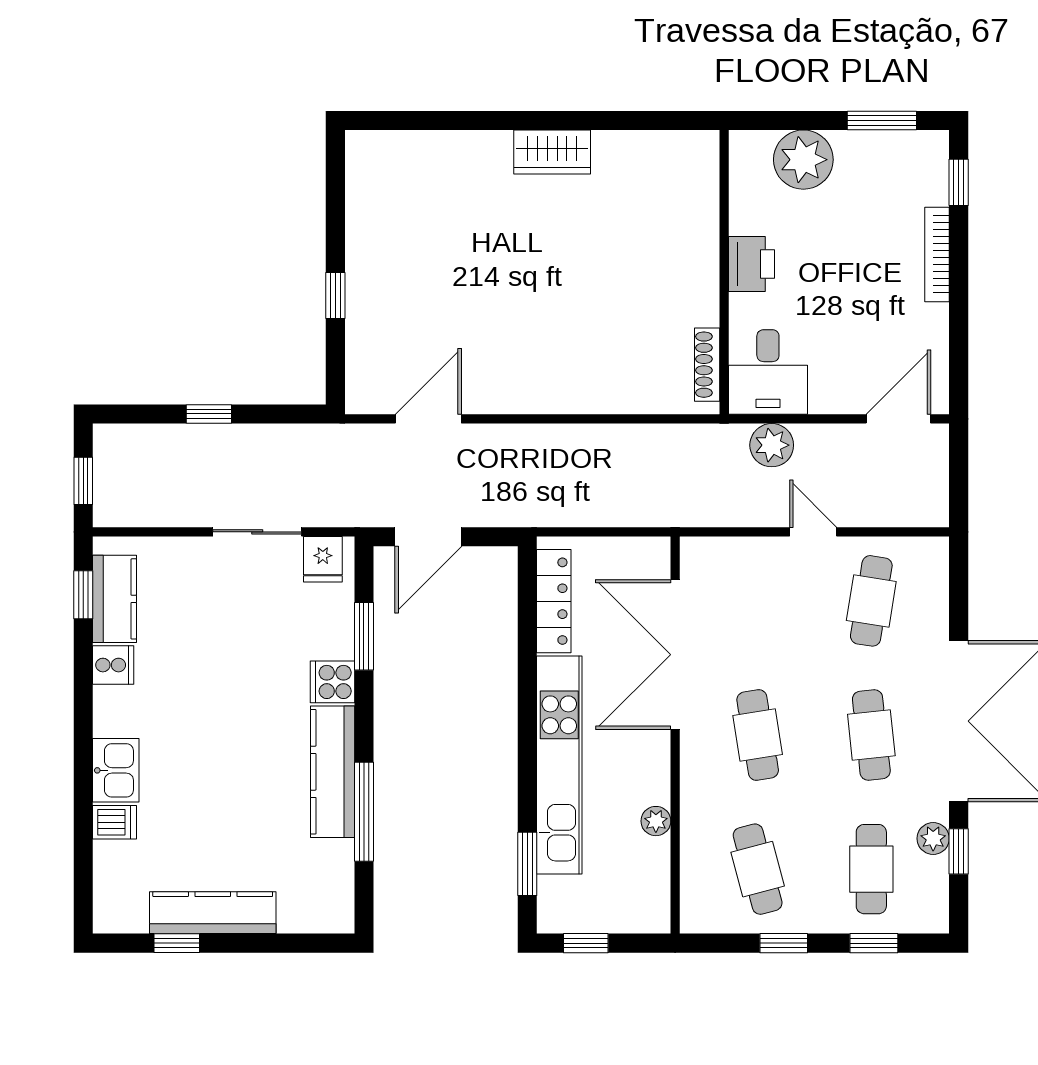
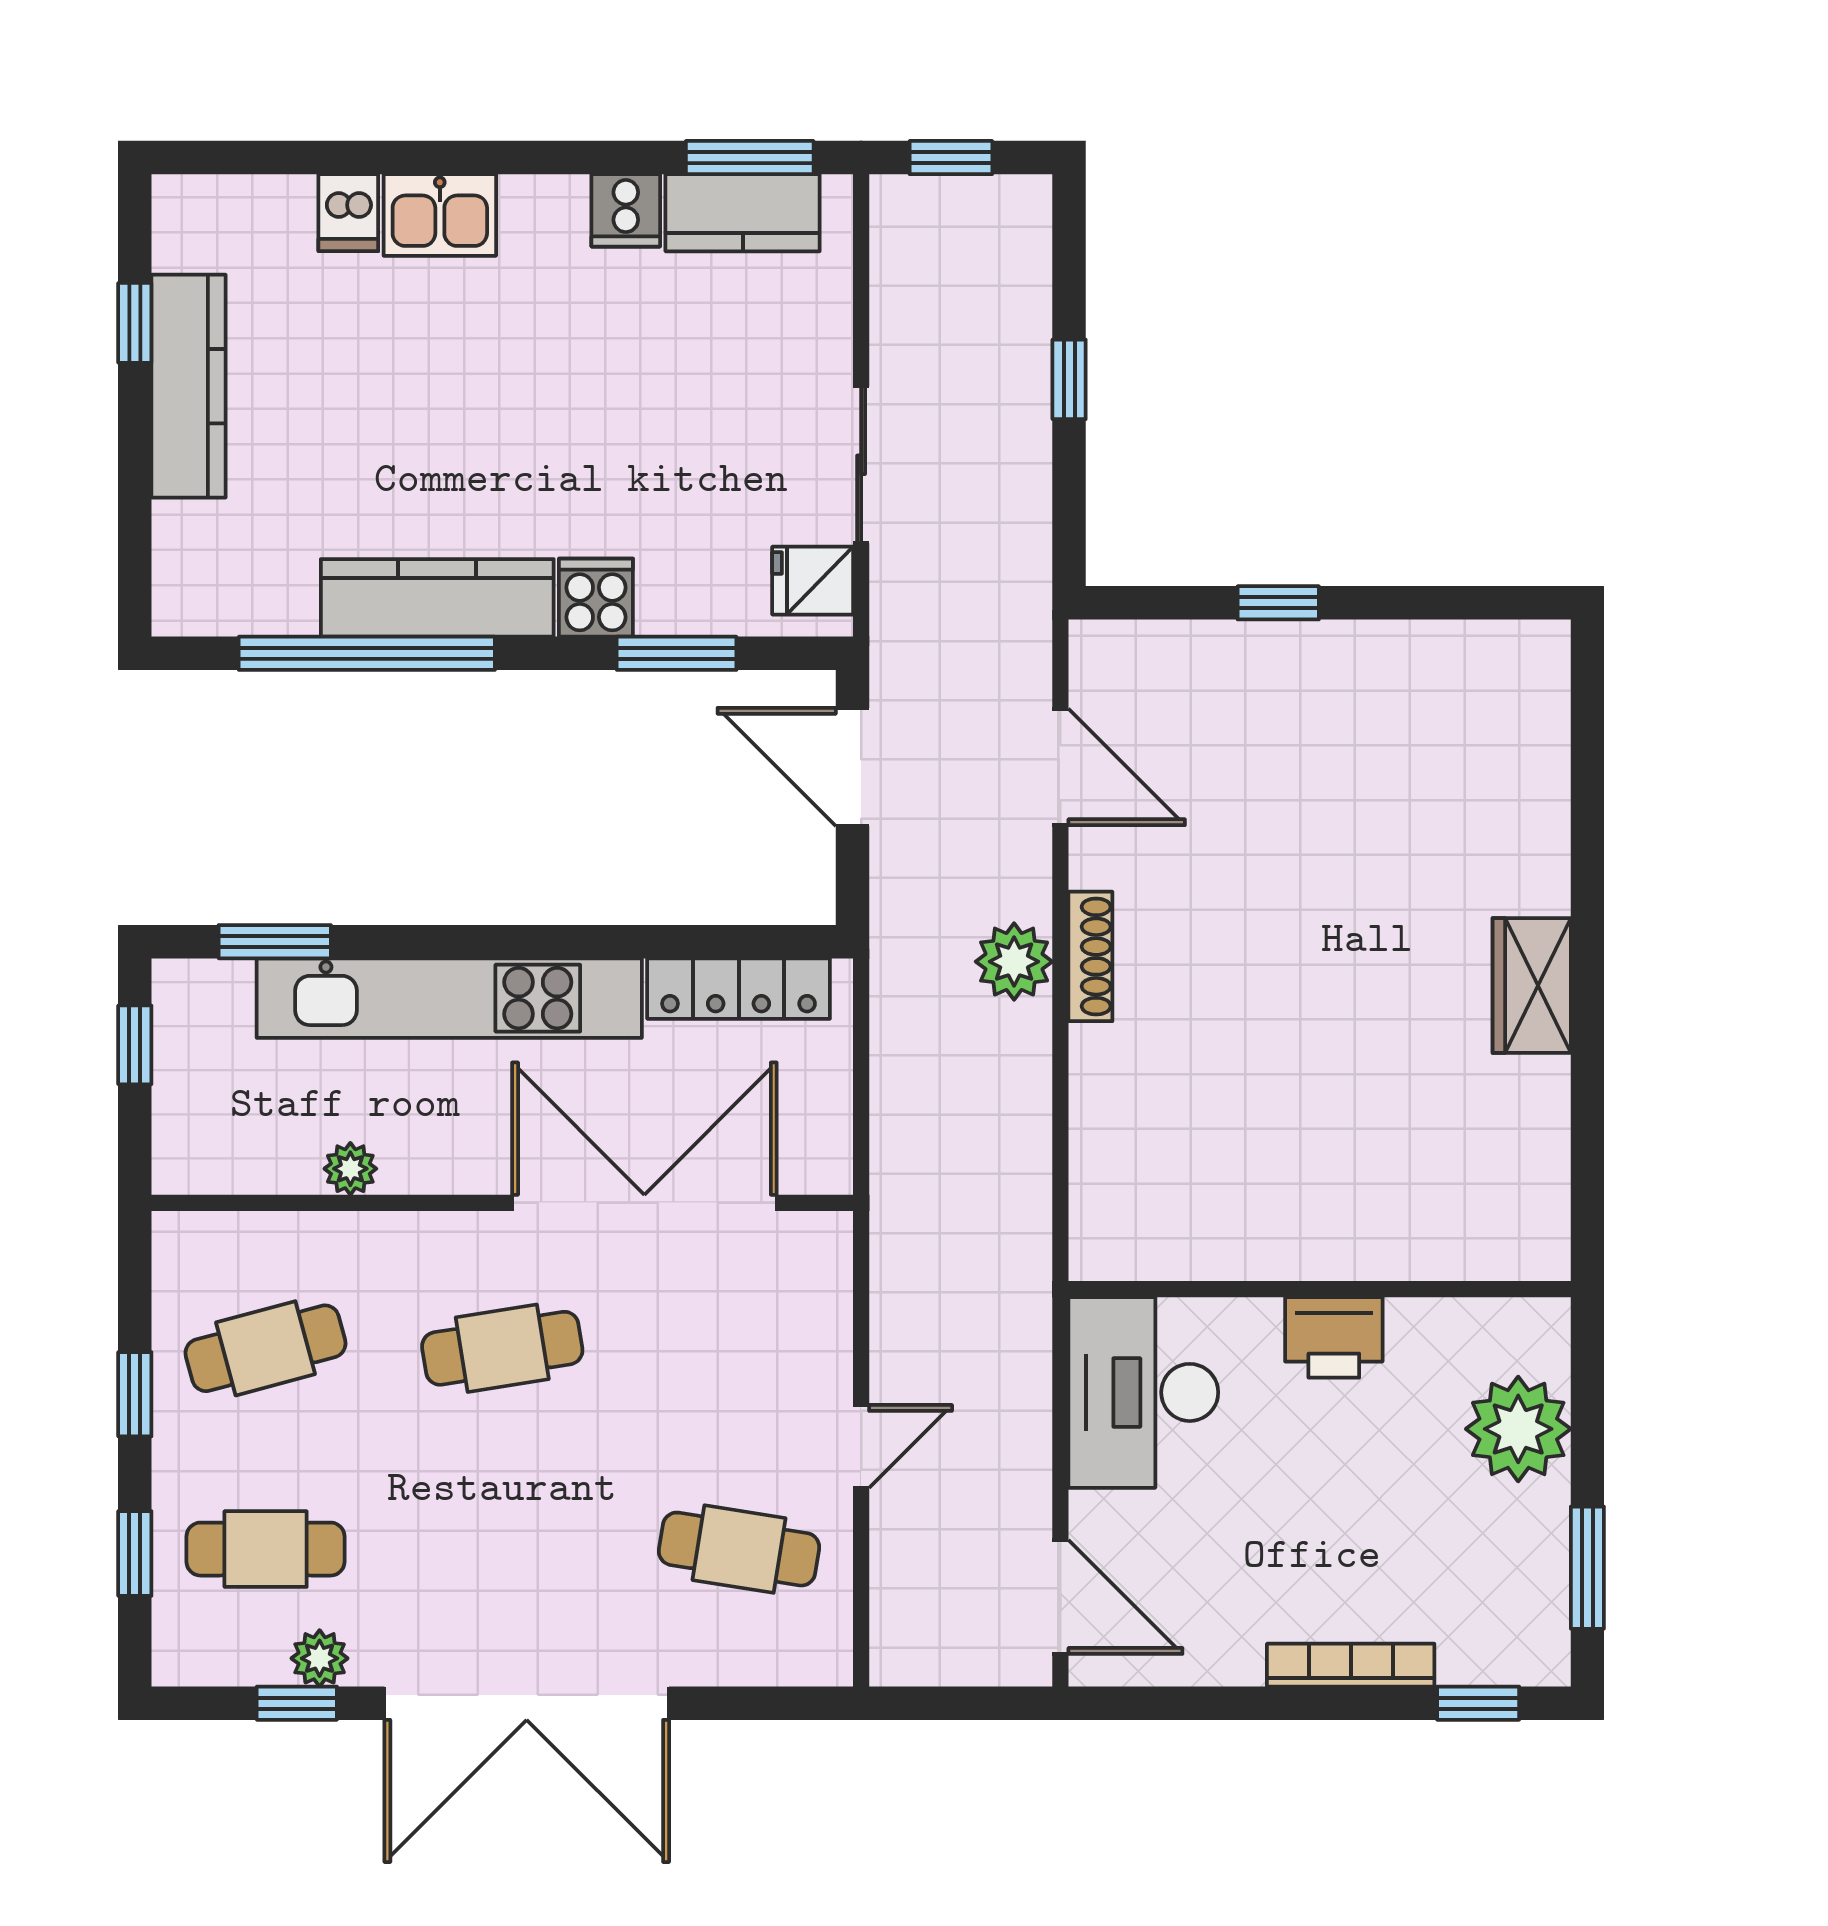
shoe rack: (707, 365) -> (1090, 956), moved, turned 90
desk: (768, 372) -> (1143, 1392), width x1.37
plant: (772, 445) -> (1014, 962), moved
window: (83, 595) -> (750, 158), width x1.50
cafe table: (871, 735) -> (502, 1549), removed
window: (364, 812) -> (367, 653), width x1.46

